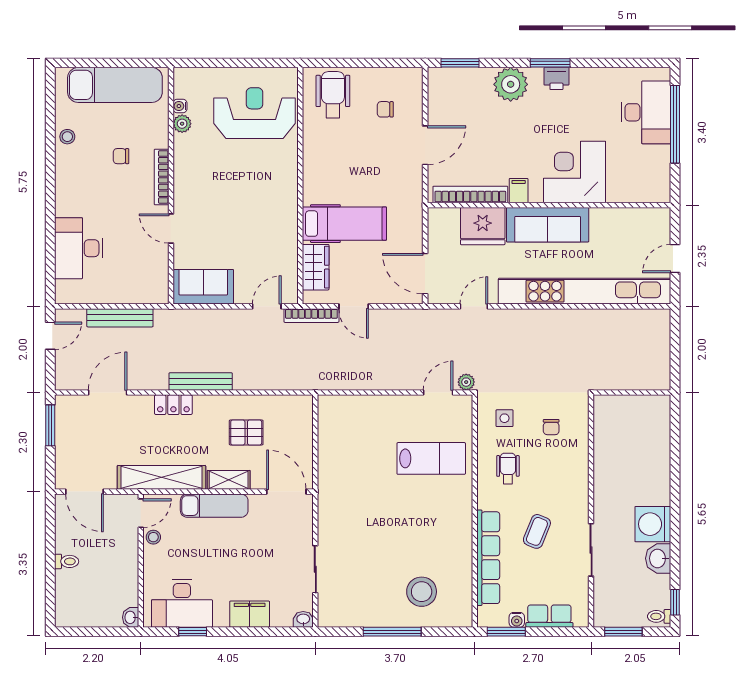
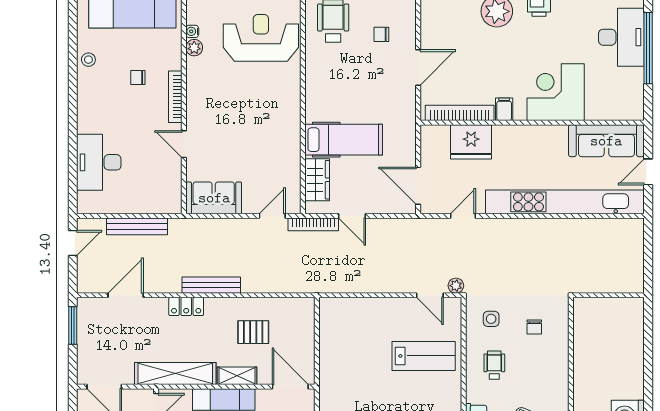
sofa: (548, 225) -> (606, 141), moved
door: (438, 393) -> (430, 295), swing flipped

